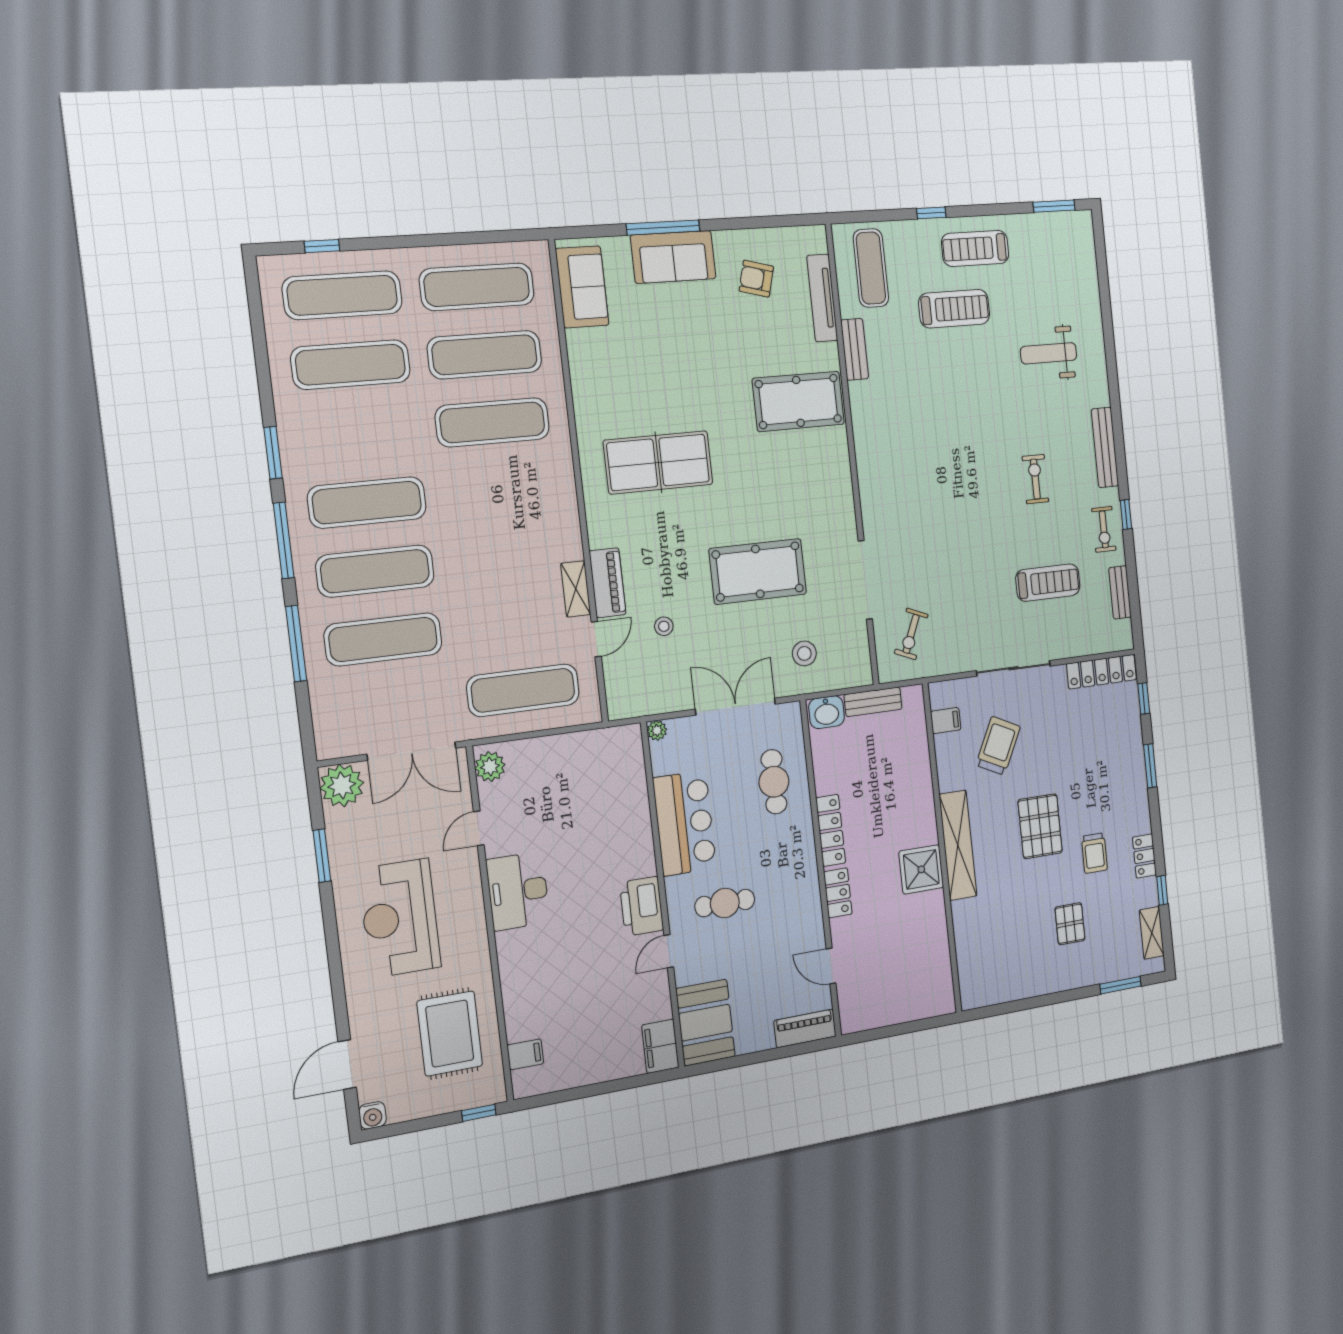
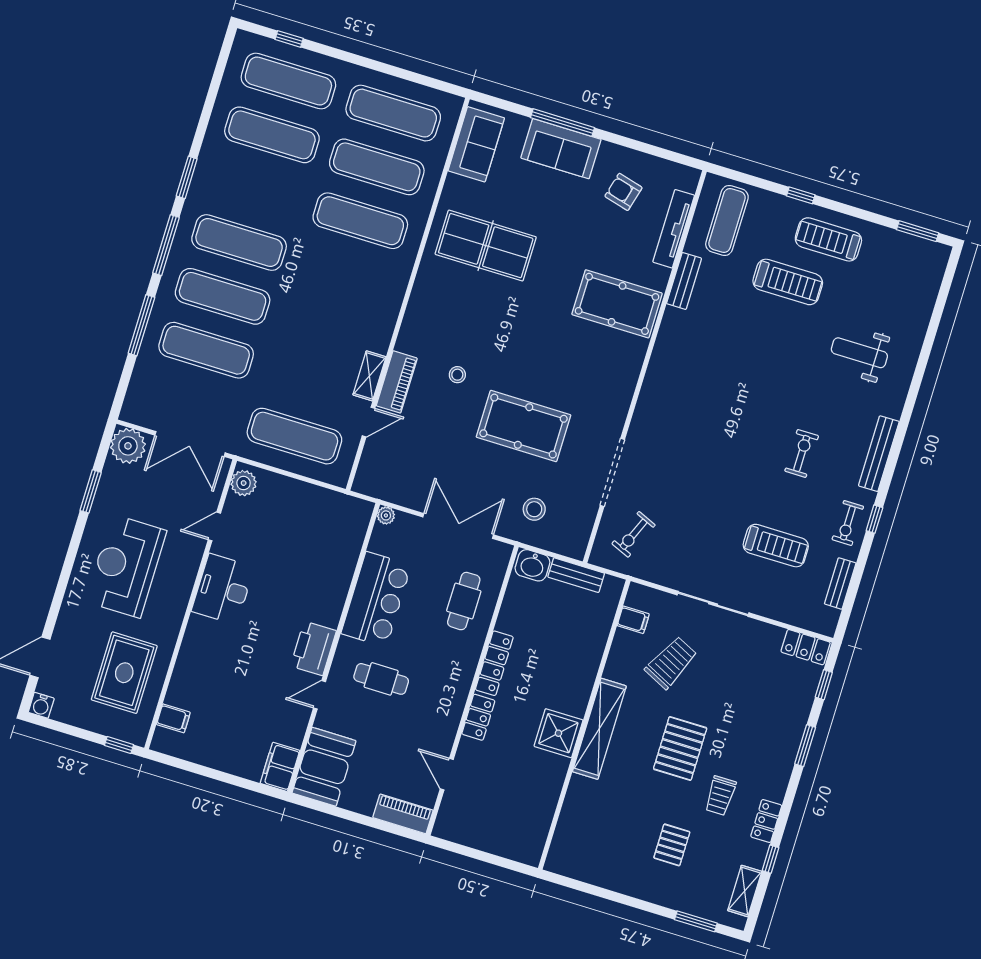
table tennis table: (658, 462) -> (486, 246), moved
stool: (664, 626) -> (457, 375), moved
locker: (1102, 672) -> (806, 647), width x0.66

